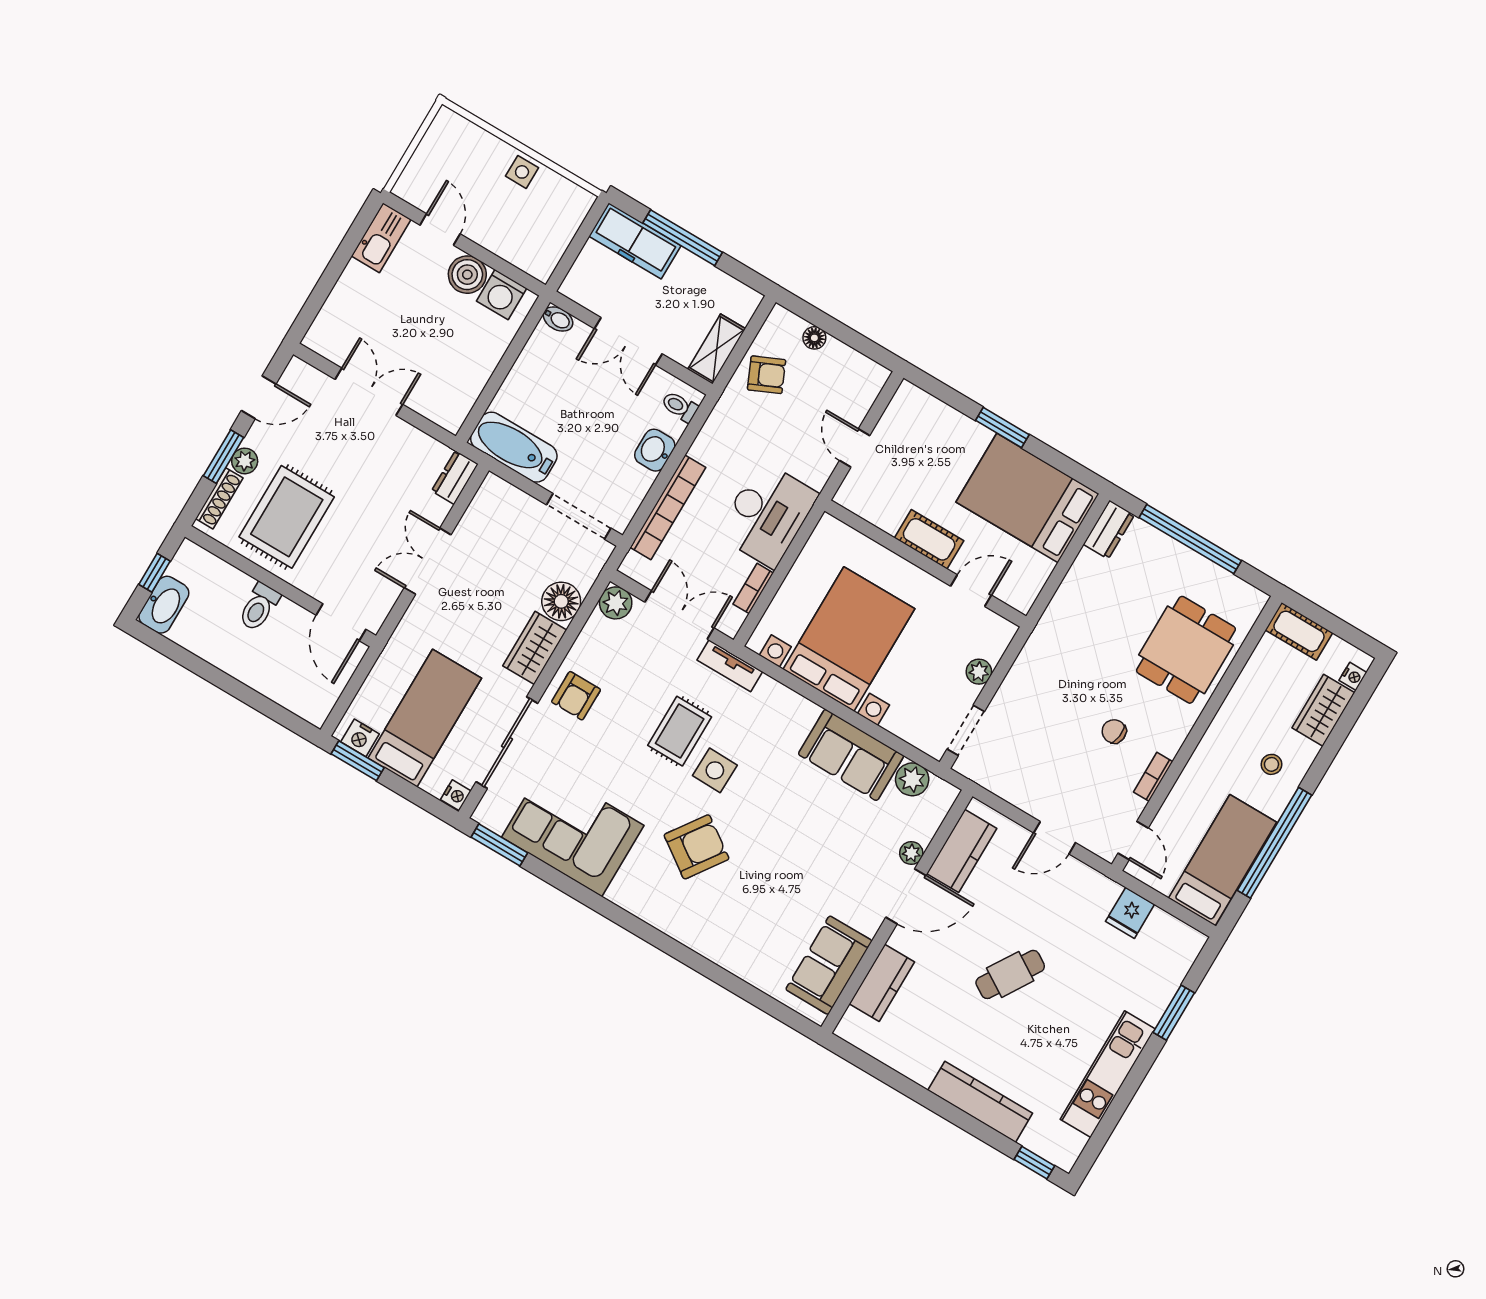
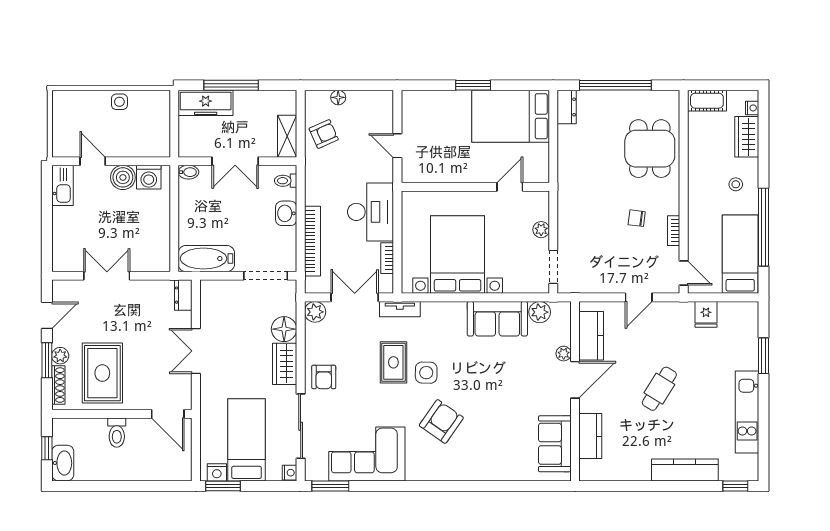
cot: (929, 539) -> (469, 172), removed

